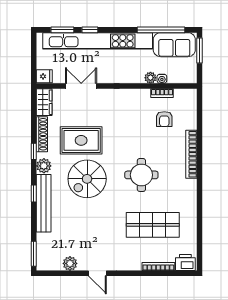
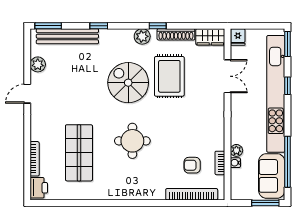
window: (62, 30) -> (287, 44), moved
bookcase: (191, 154) -> (192, 194), moved
window: (34, 194) -> (99, 26), moved
bench: (44, 203) -> (67, 36), moved

